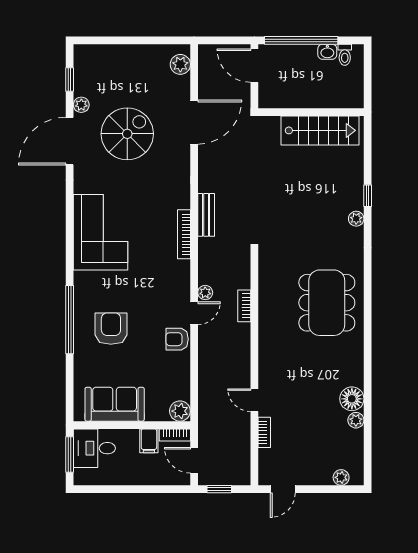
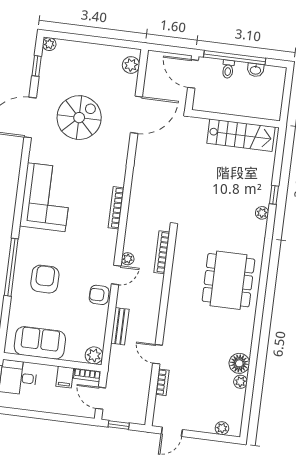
toilet: (345, 55) -> (228, 69), moved
plant: (81, 105) -> (49, 44), moved
bench: (206, 215) -> (120, 326), moved
bookcase: (244, 306) -> (162, 252), moved, width x1.56

